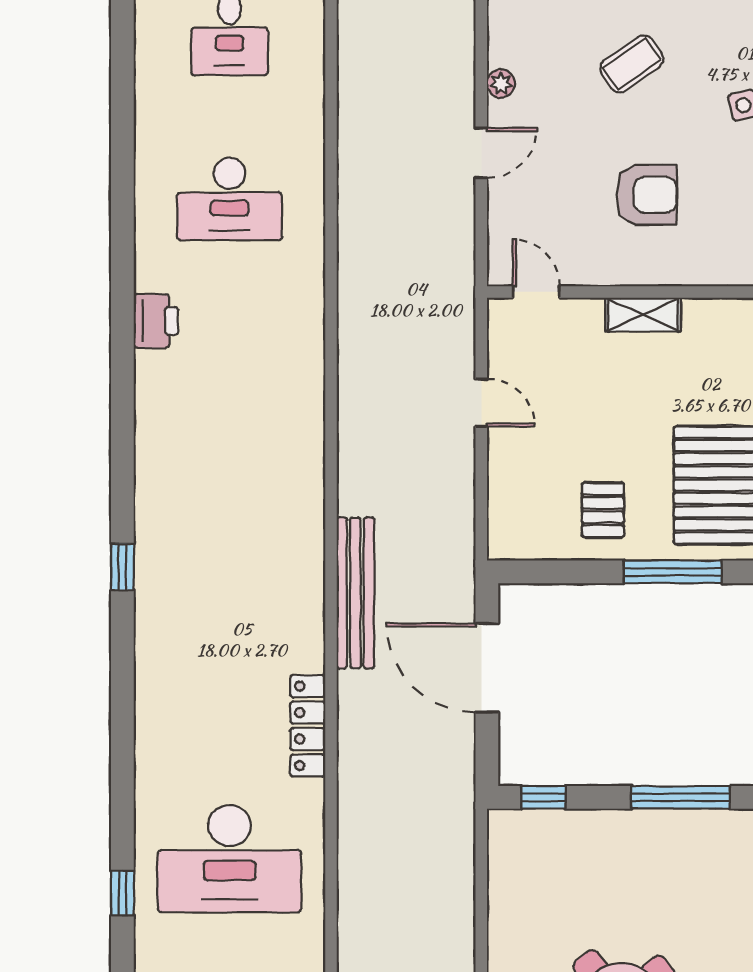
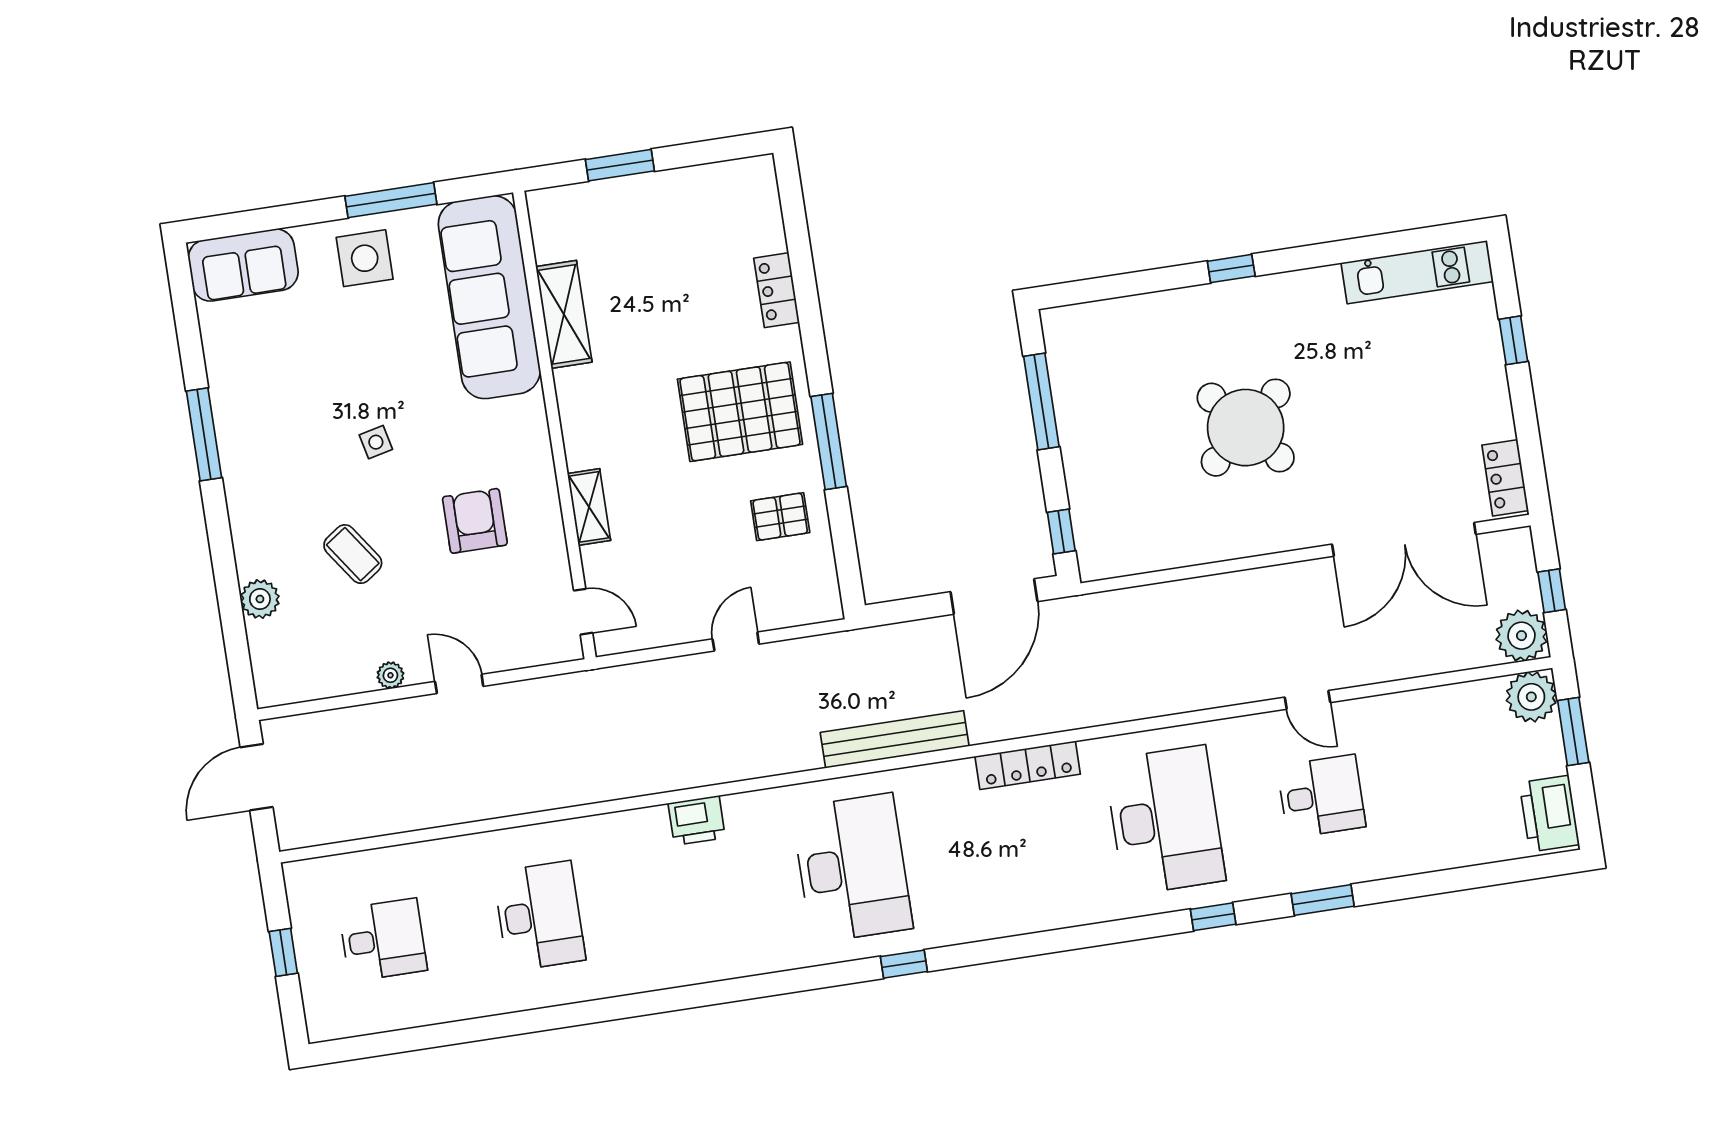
door: (536, 292) -> (583, 612), swing flipped
printer: (156, 321) -> (697, 821), moved, turned 180
door: (481, 403) -> (736, 642), moved
desk: (229, 529) -> (852, 868), added
door: (487, 668) -> (994, 597), moved

